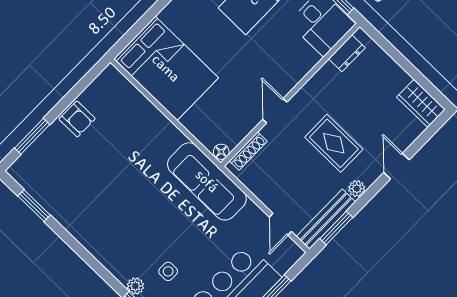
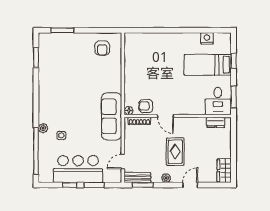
bed: (166, 68) -> (140, 57), removed
door: (275, 111) -> (165, 116), swing flipped
armchair: (77, 119) -> (102, 48), moved
armchair: (237, 124) -> (146, 106), added
bench: (326, 219) -> (137, 178), width x0.73

